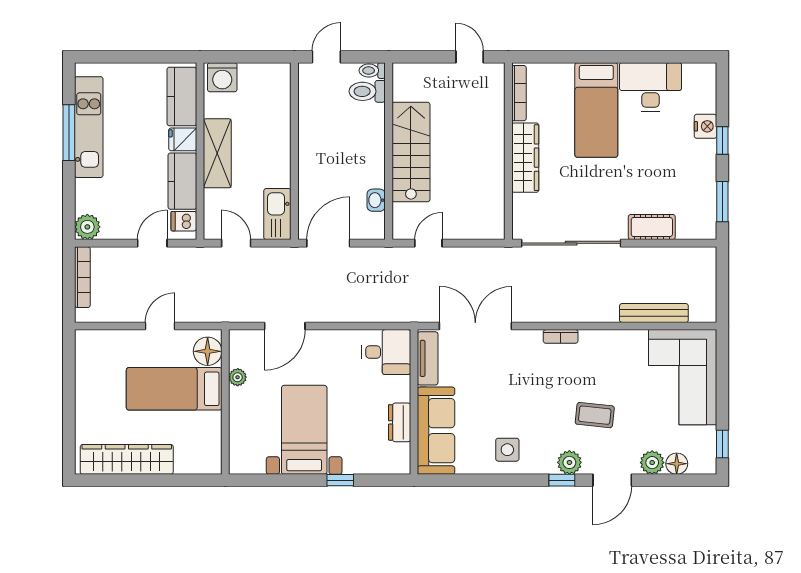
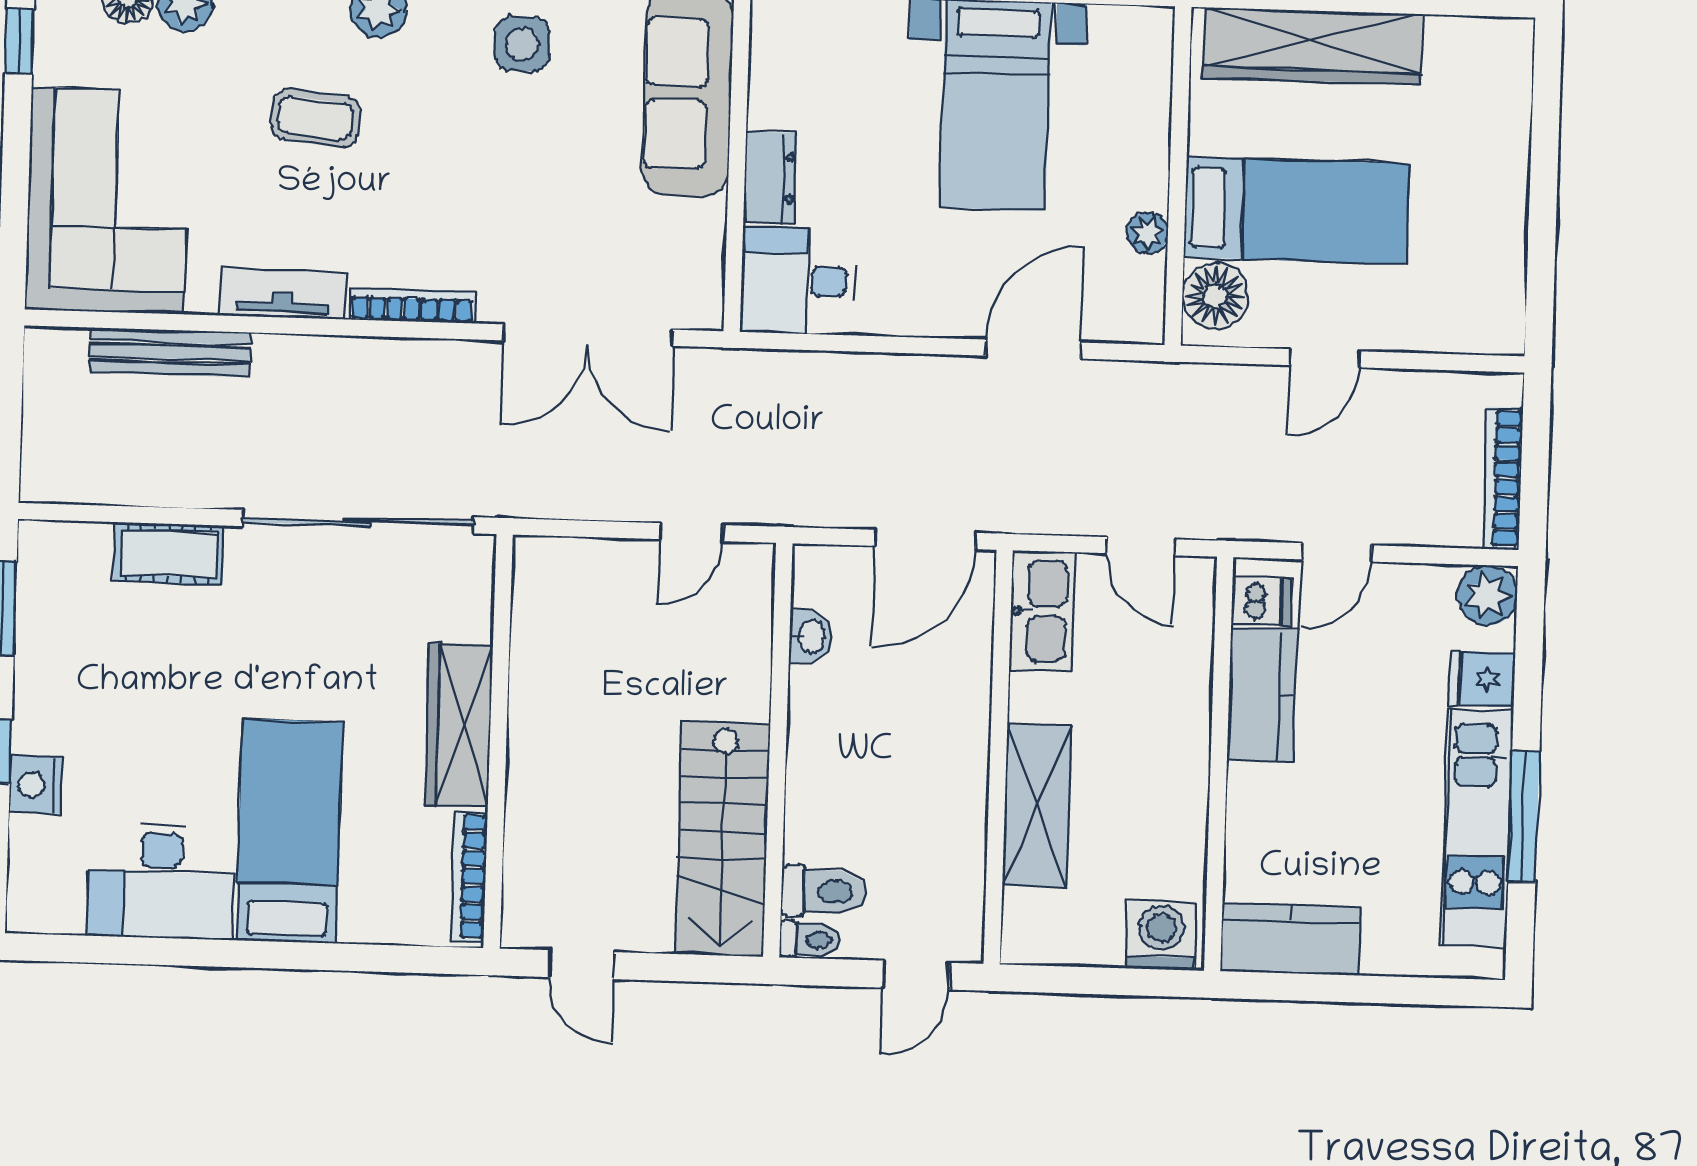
kitchen counter: (182, 97) -> (1290, 939), moved, turned -90
fridge: (183, 139) -> (1482, 679), moved, turned 180
stairs: (411, 152) -> (723, 839), moved
shelving: (217, 153) -> (1037, 806), moved
bookcase: (561, 336) -> (412, 305), width x1.56
tv unit: (428, 358) -> (283, 294), moved, turned 90
dresser: (400, 422) -> (770, 178), moved
wardrobe: (127, 459) -> (1313, 46), moved

